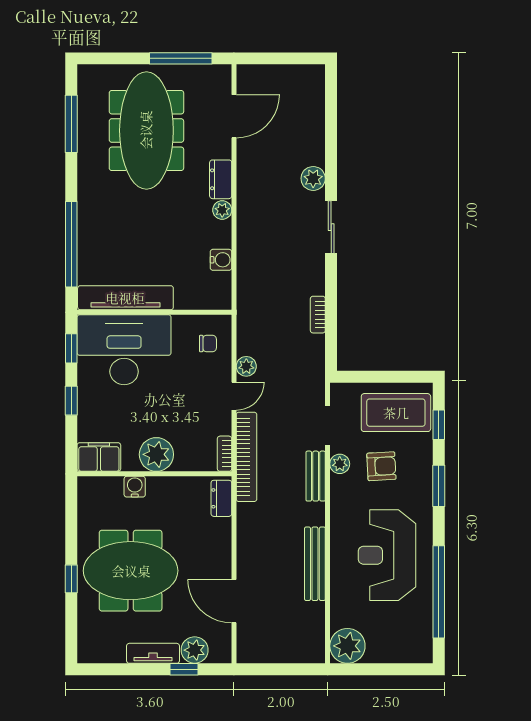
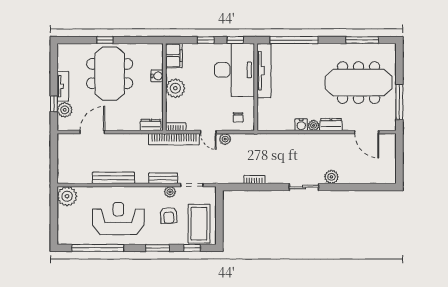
water cooler: (221, 260) -> (301, 125), moved

